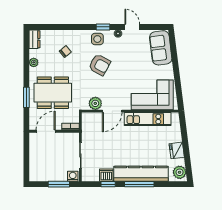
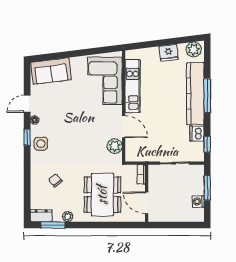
armchair: (100, 65) -> (70, 141), removed
window: (26, 97) -> (53, 225), moved
washing machine: (73, 176) -> (198, 201), moved
window: (108, 184) -> (207, 144), moved

